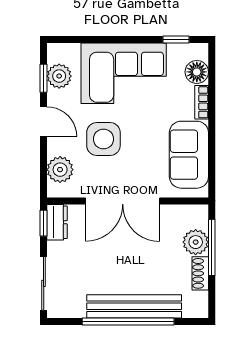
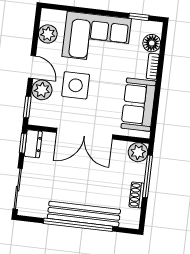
window: (44, 78) -> (27, 107), moved
plant: (60, 170) -> (42, 90), moved
plant: (196, 242) -> (138, 152), moved

